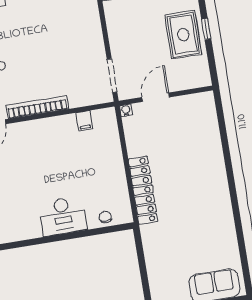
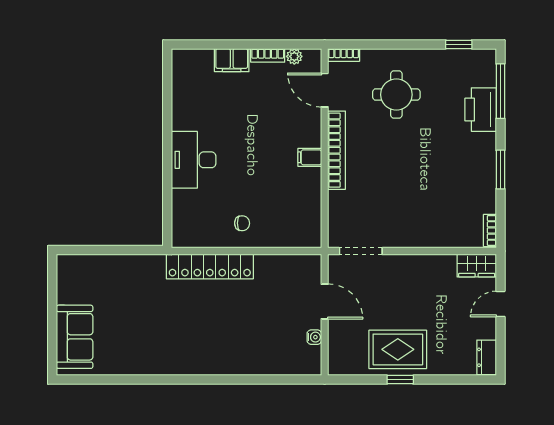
water cooler: (126, 110) -> (314, 337), moved
filing cabinet: (84, 121) -> (310, 157), moved
chair: (105, 217) -> (242, 223), moved

